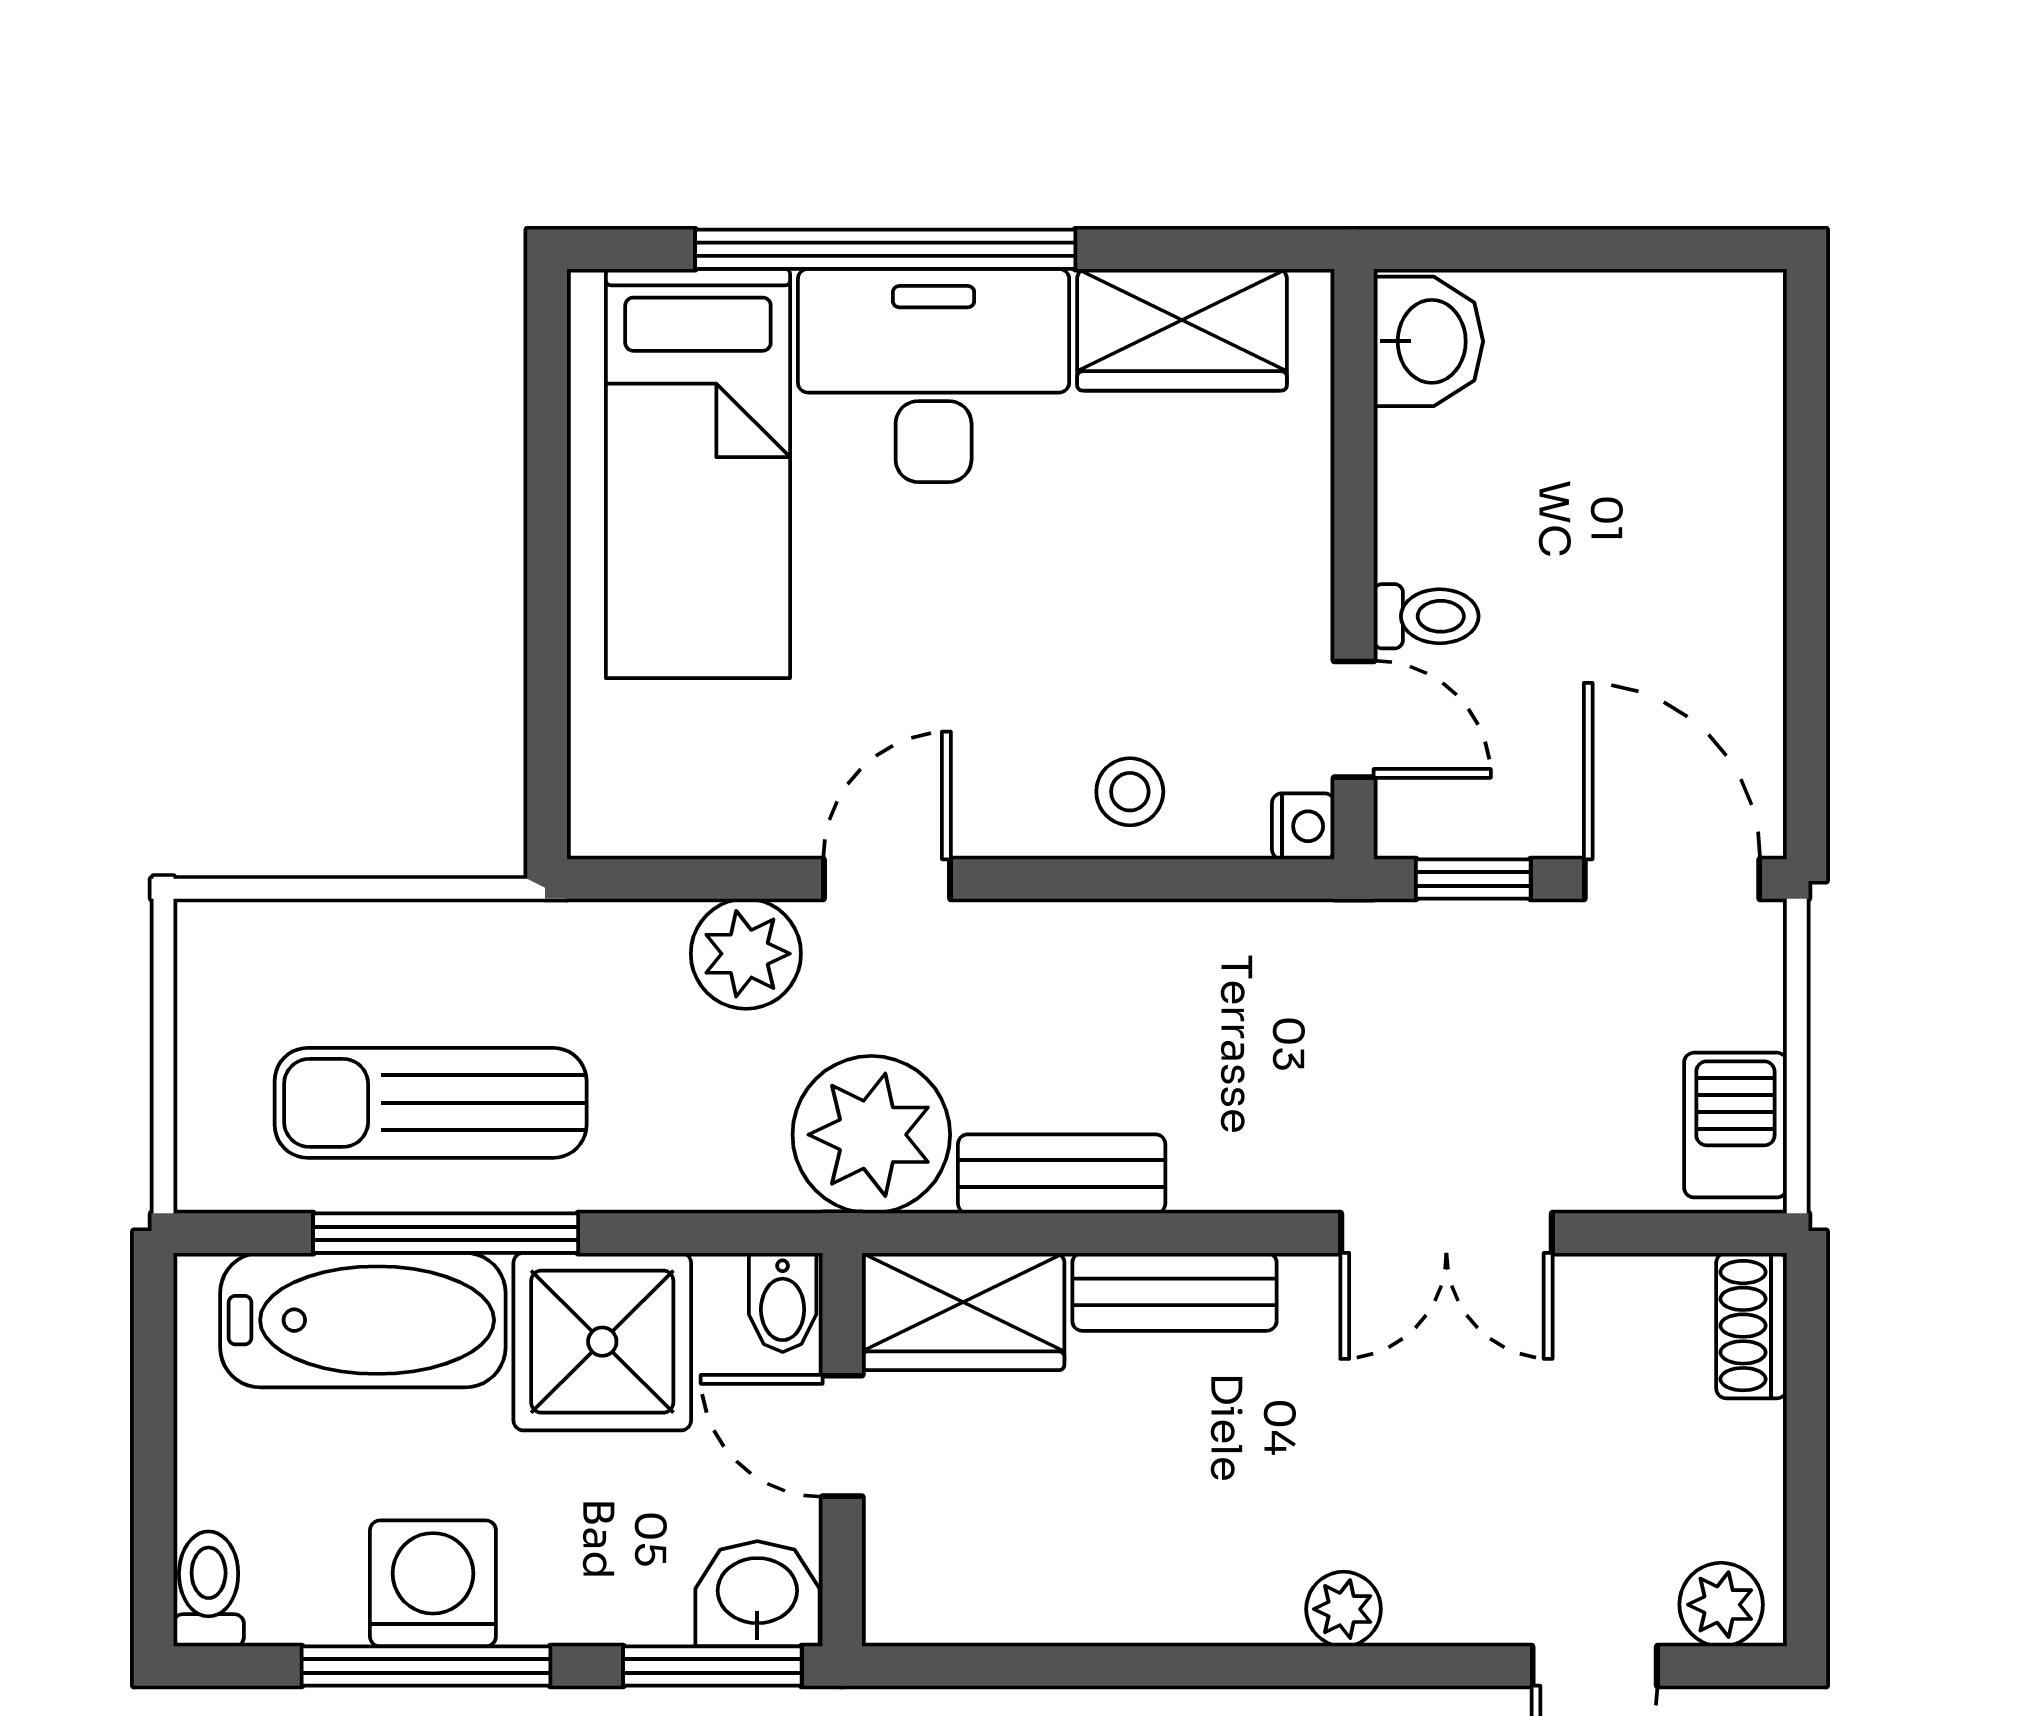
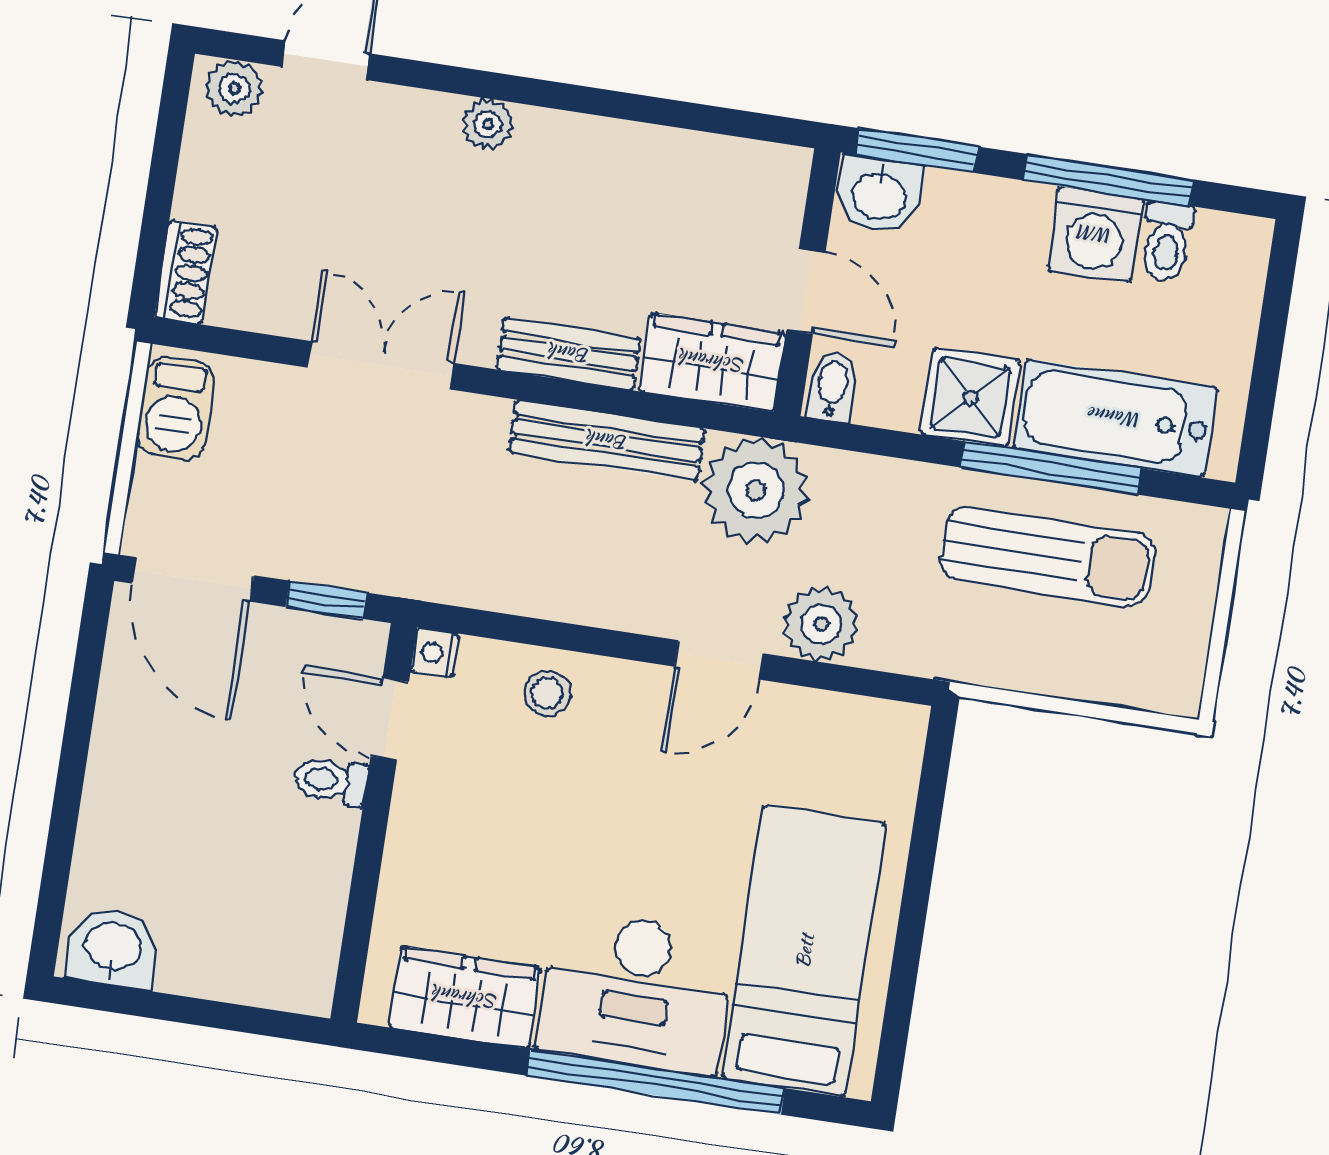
washbasin: (1428, 341) -> (113, 948), moved, turned 90
bench: (1062, 1174) -> (607, 441), width x1.36
shower: (602, 1342) -> (970, 397), width x0.73, depth x0.73
toilet: (209, 1589) -> (1167, 242), moved

